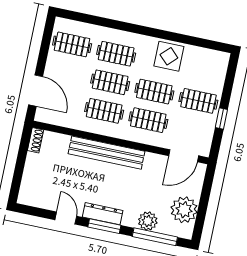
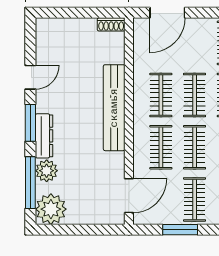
window: (221, 118) -> (180, 230), width x1.50
door: (184, 156) -> (129, 196), swing flipped
plant: (184, 210) -> (51, 209), moved
dresser: (103, 214) -> (44, 136), moved

